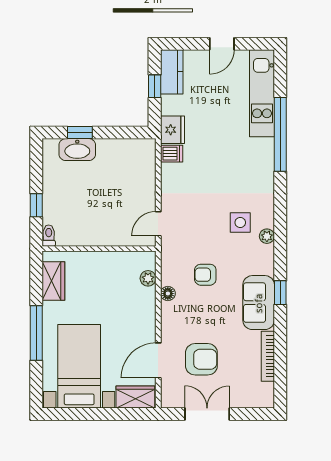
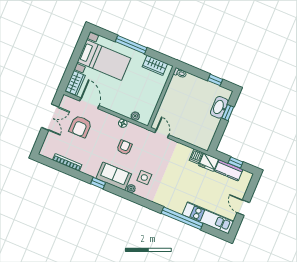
kitchen counter: (172, 72) -> (229, 170), moved
window: (36, 205) -> (215, 80), moved
sofa: (259, 303) -> (114, 176), moved

